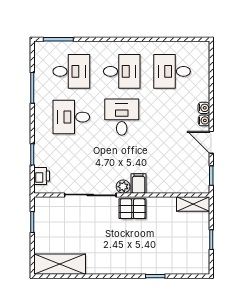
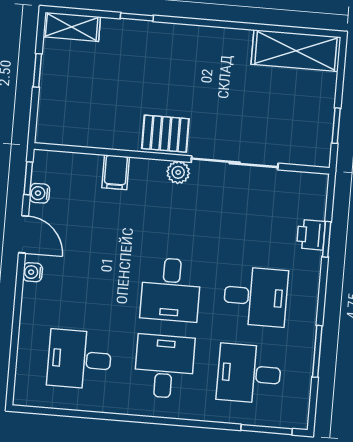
desk: (122, 71) -> (164, 366), turned 90
desk: (172, 71) -> (79, 359), turned 180
water cooler: (204, 108) -> (40, 193), moved
printer: (42, 176) -> (311, 235), moved
filing cabinet: (139, 183) -> (116, 172), moved
shelving: (193, 204) -> (72, 27), moved

